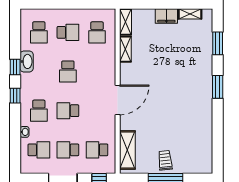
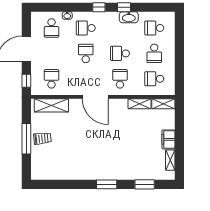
school desk: (68, 150) -> (120, 79), moved

